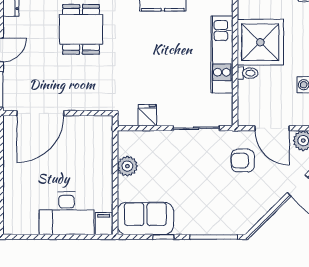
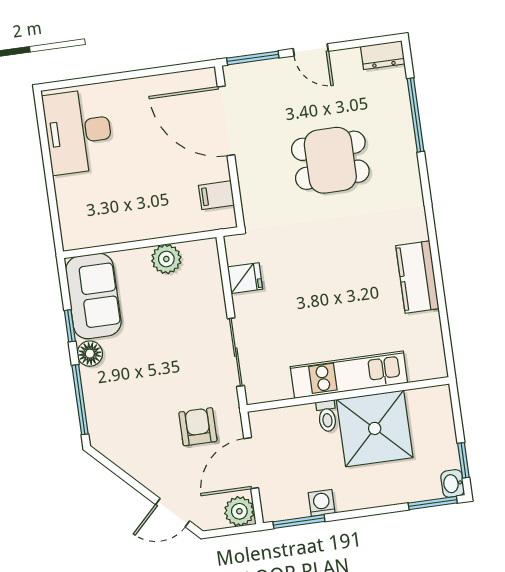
dining table: (81, 29) -> (330, 160), moved
desk: (67, 213) -> (78, 132), moved
filing cabinet: (104, 224) -> (216, 195), moved, turned 180
floor lamp: (184, 226) -> (90, 354), added

